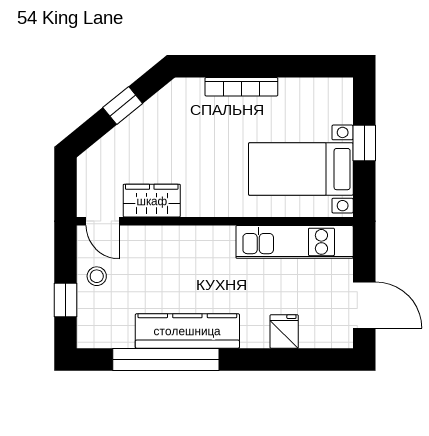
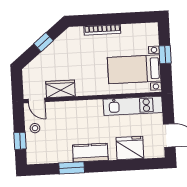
kitchen counter: (187, 331) -> (90, 153), width x0.67
fridge: (284, 331) -> (130, 148), width x1.88, depth x1.34
window: (166, 359) -> (72, 168), width x0.47

